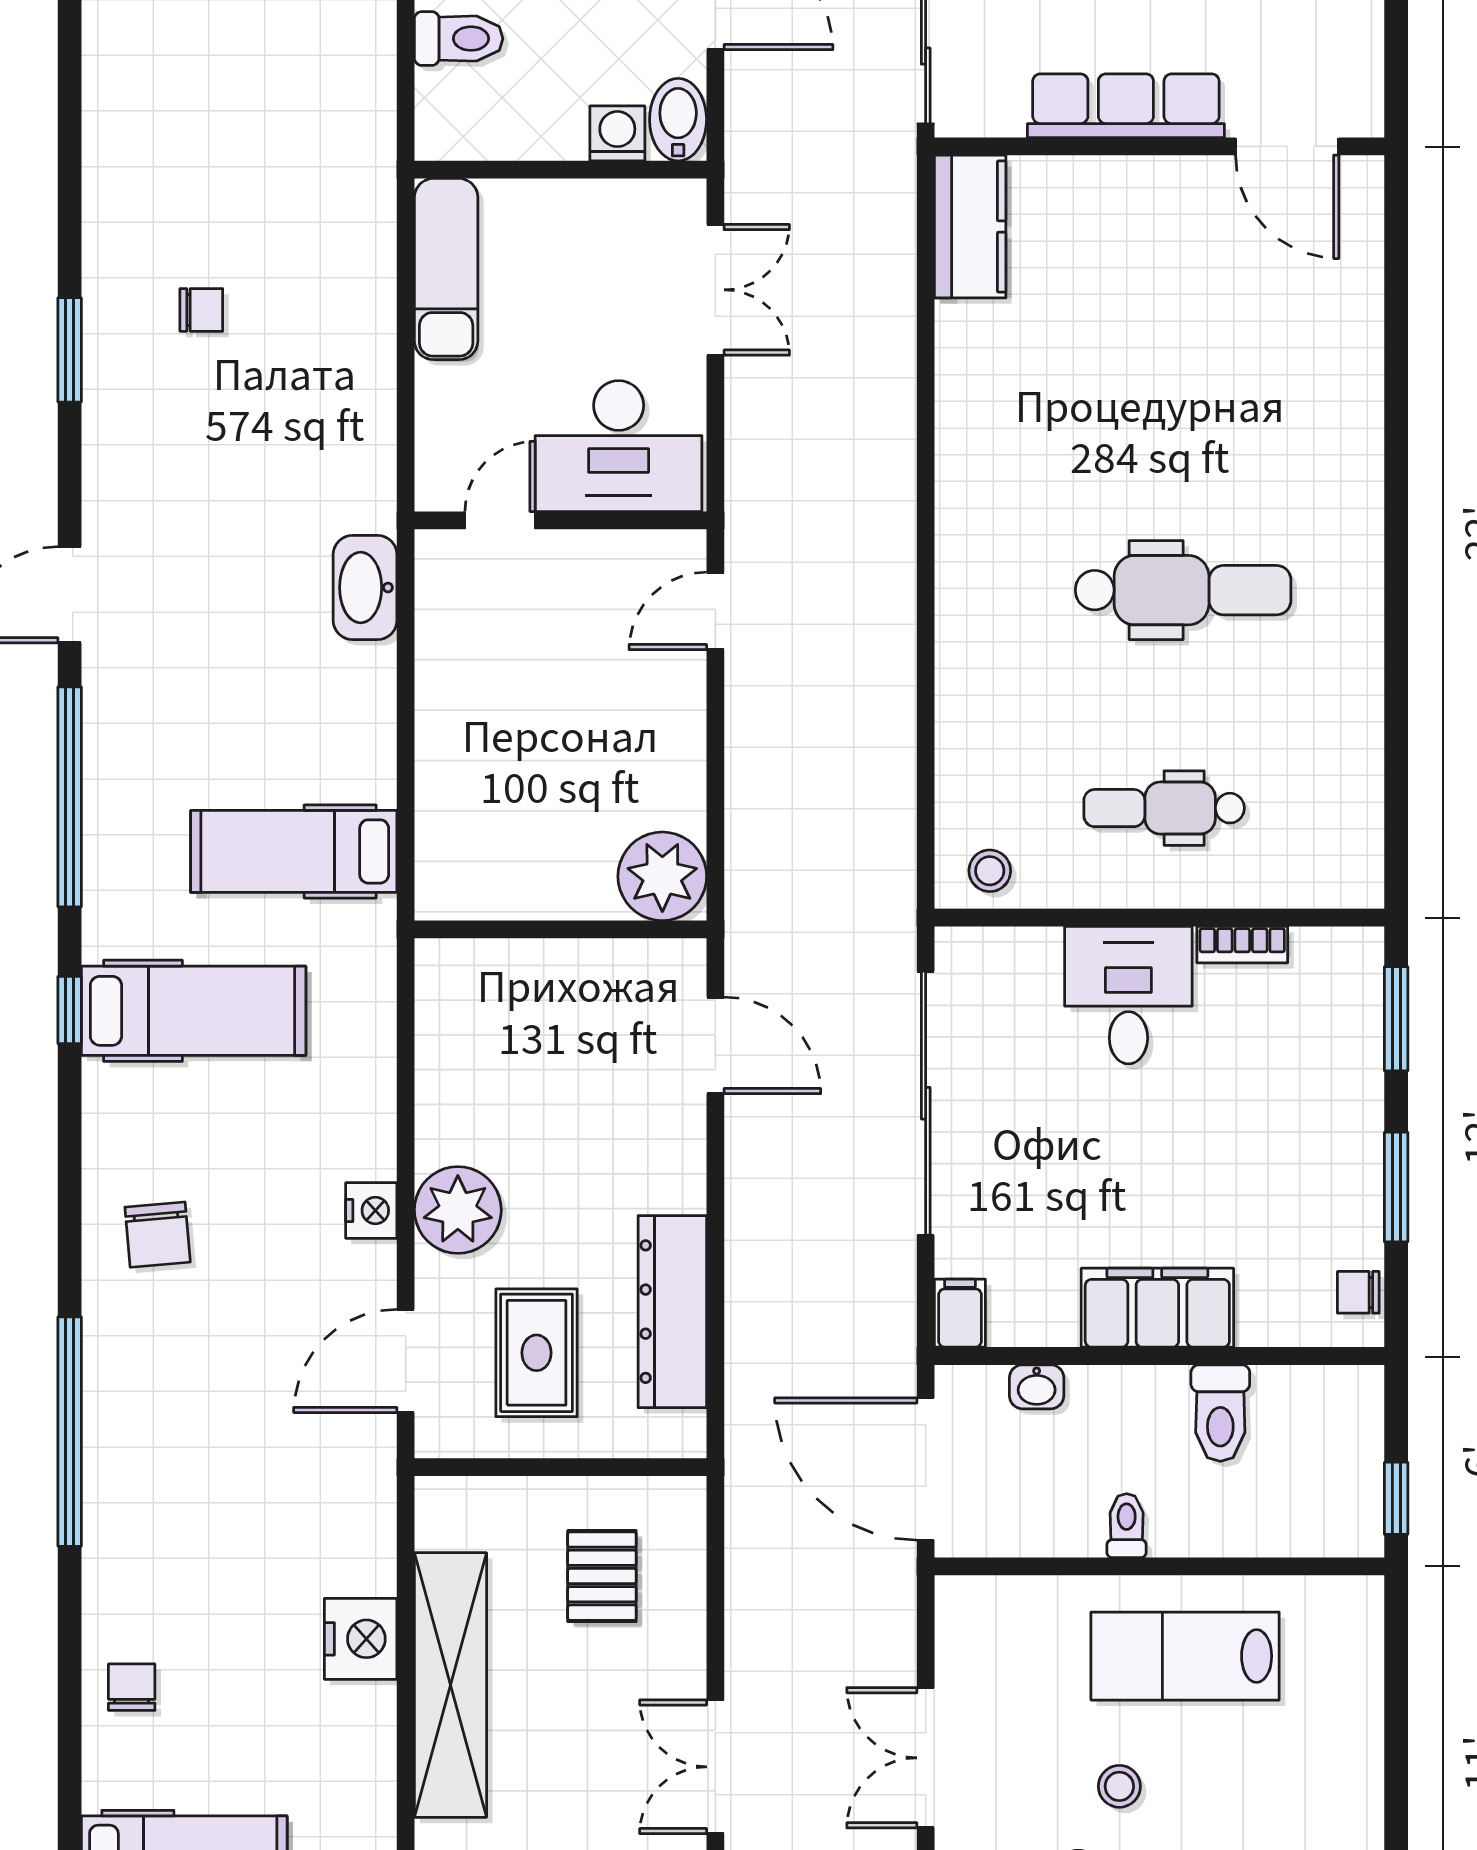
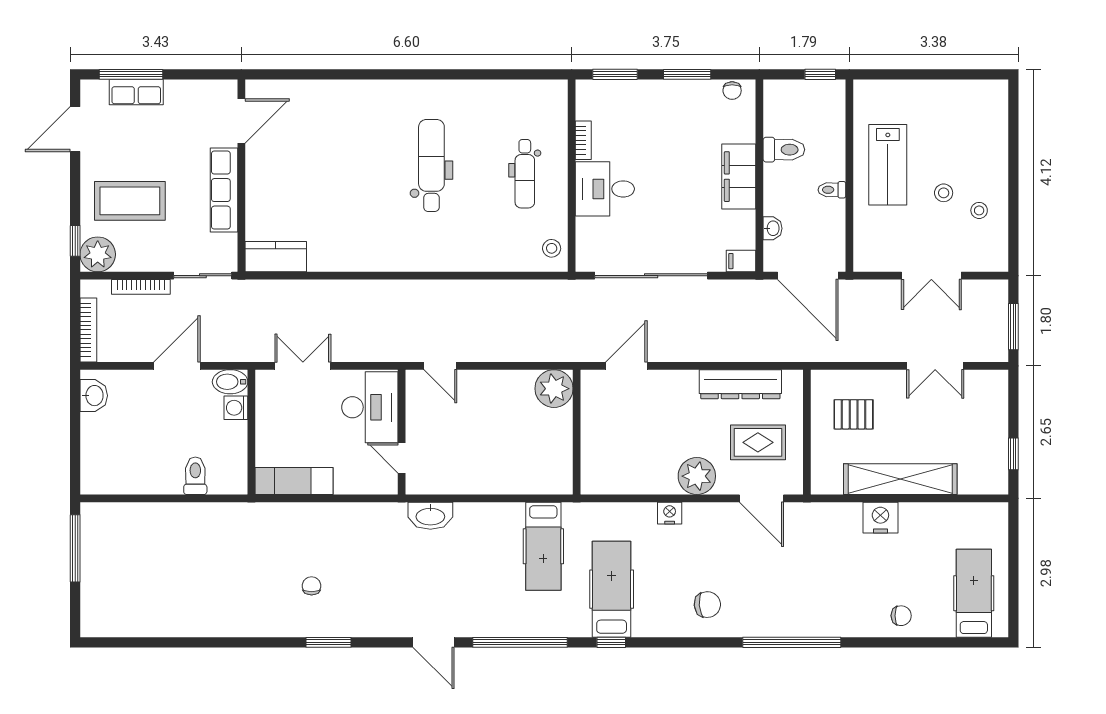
nightstand: (371, 1210) -> (670, 513), moved
door: (926, 1469) -> (808, 276), hinge flipped
chair: (132, 1687) -> (901, 616), turned 180

